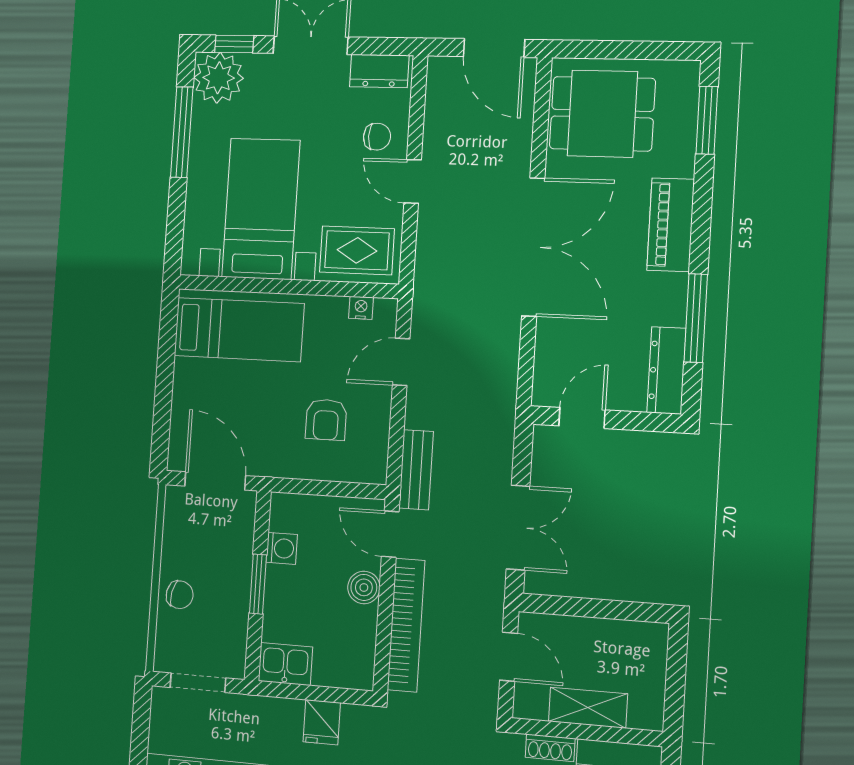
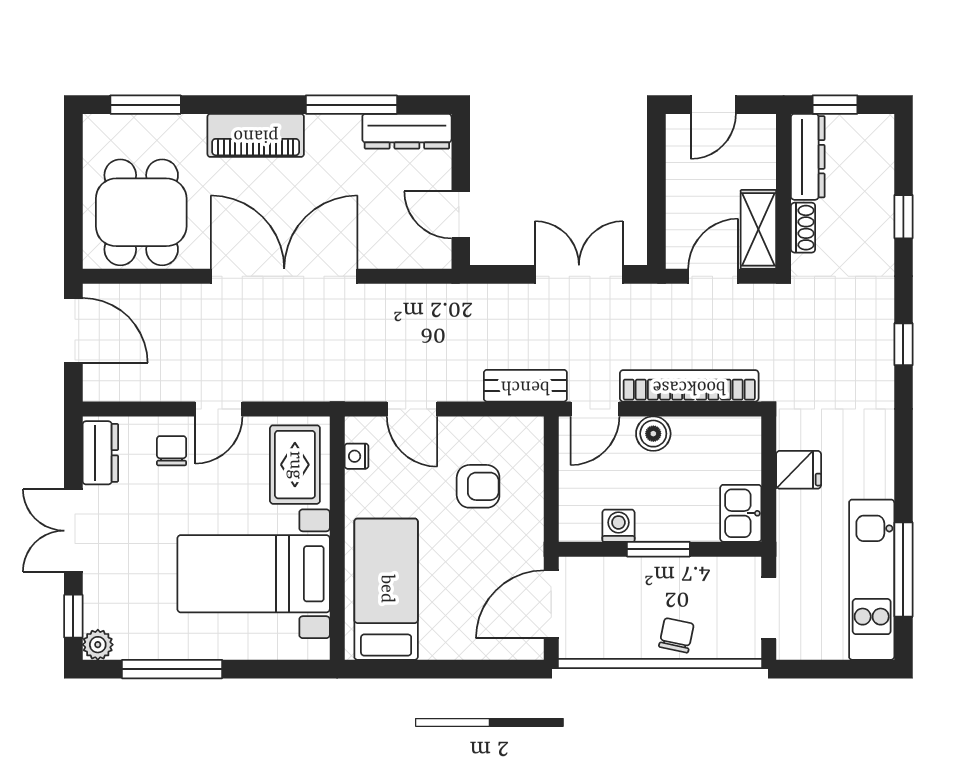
door: (494, 48) -> (73, 330), hinge flipped
plant: (219, 78) -> (98, 645), width x0.53, depth x0.53
door: (676, 671) -> (713, 105), added
shelving: (588, 708) -> (758, 229), moved

